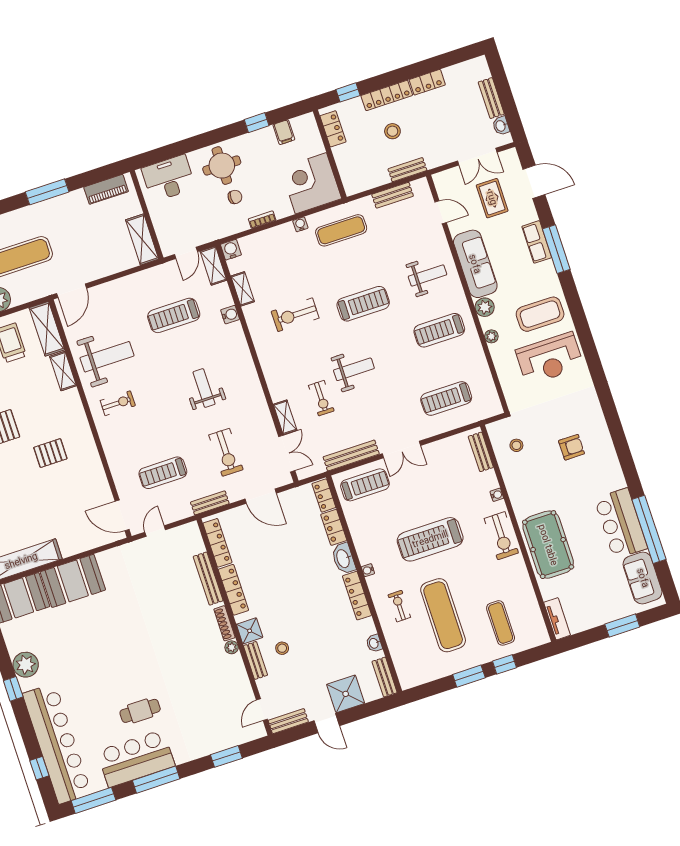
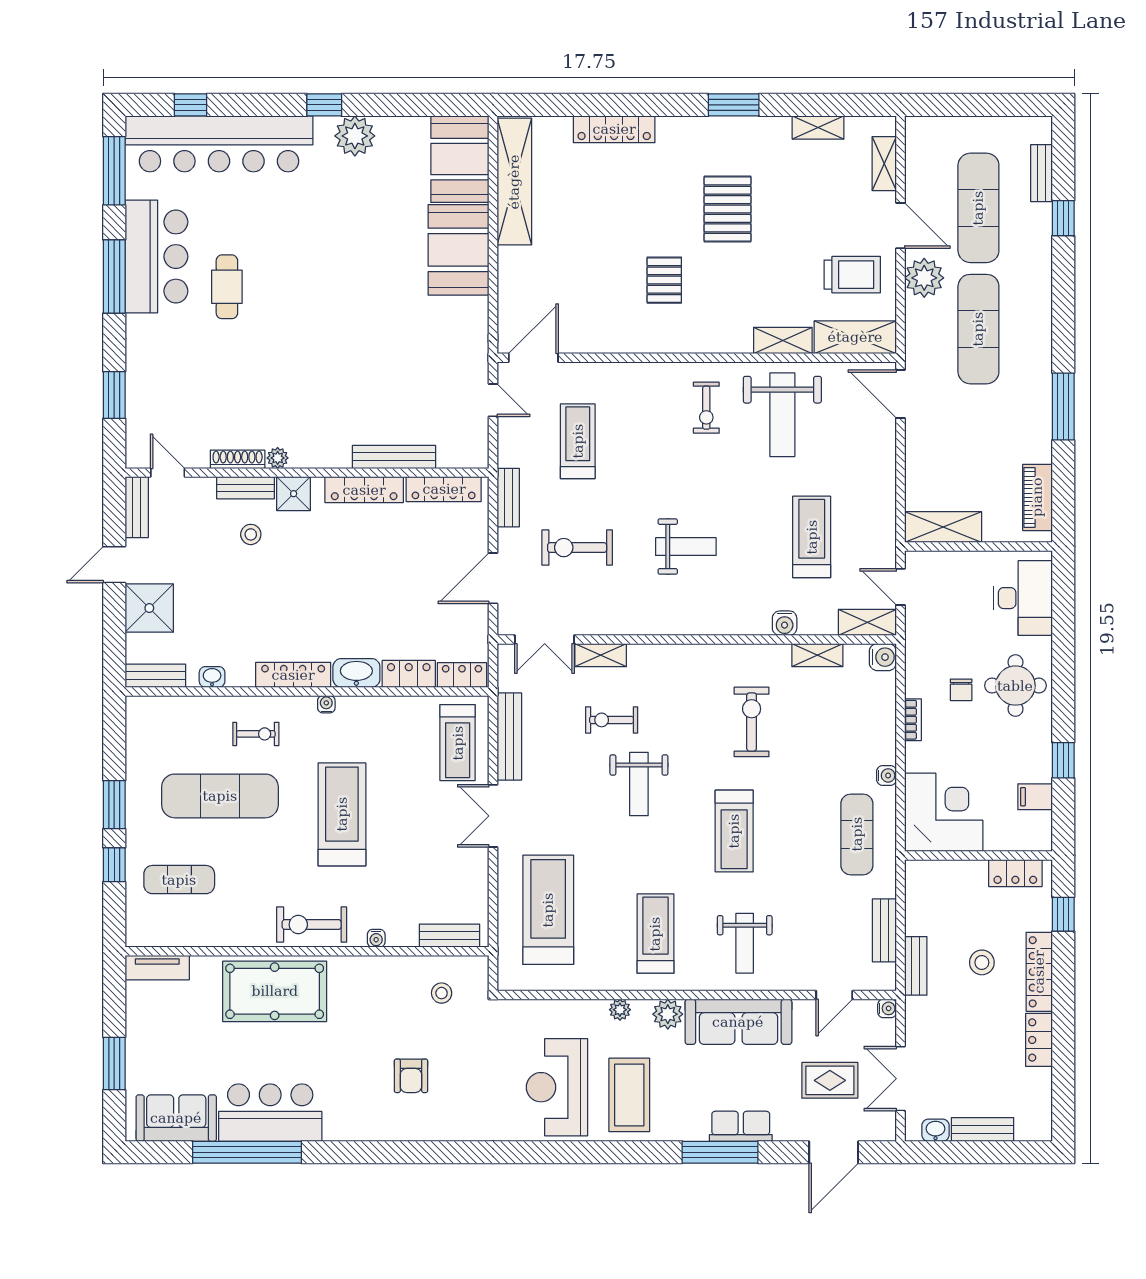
water cooler: (438, 178) -> (887, 1008), added
treadmill: (446, 398) -> (548, 910), width x1.37, depth x1.38
shoe rack: (224, 623) -> (238, 459), moved

